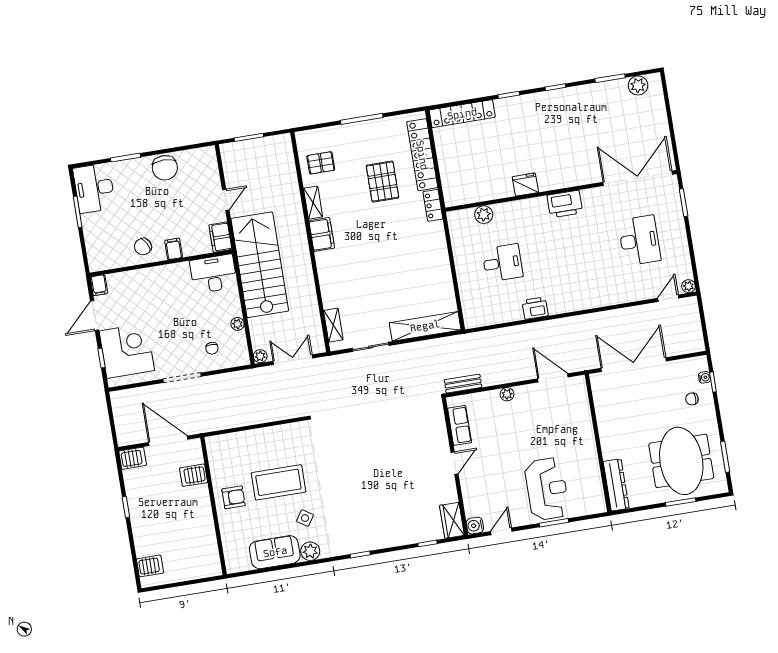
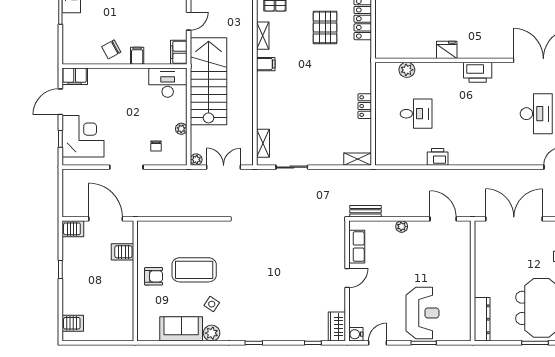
locker: (433, 205) -> (365, 106), moved
filing cabinet: (322, 234) -> (266, 64), width x0.50
filing cabinet: (99, 285) -> (75, 76), width x2.00
shelving: (425, 326) -> (358, 159), width x0.45, depth x0.75

